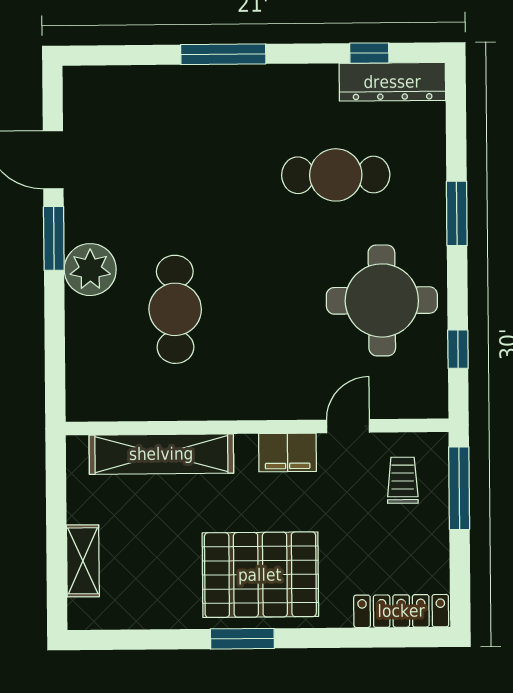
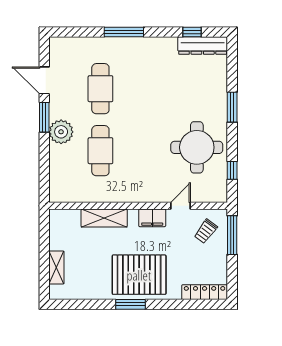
cafe table: (336, 175) -> (100, 89), moved, turned 90
shelving: (161, 454) -> (104, 218), width x0.68
trolley: (403, 480) -> (206, 231), turned -143

